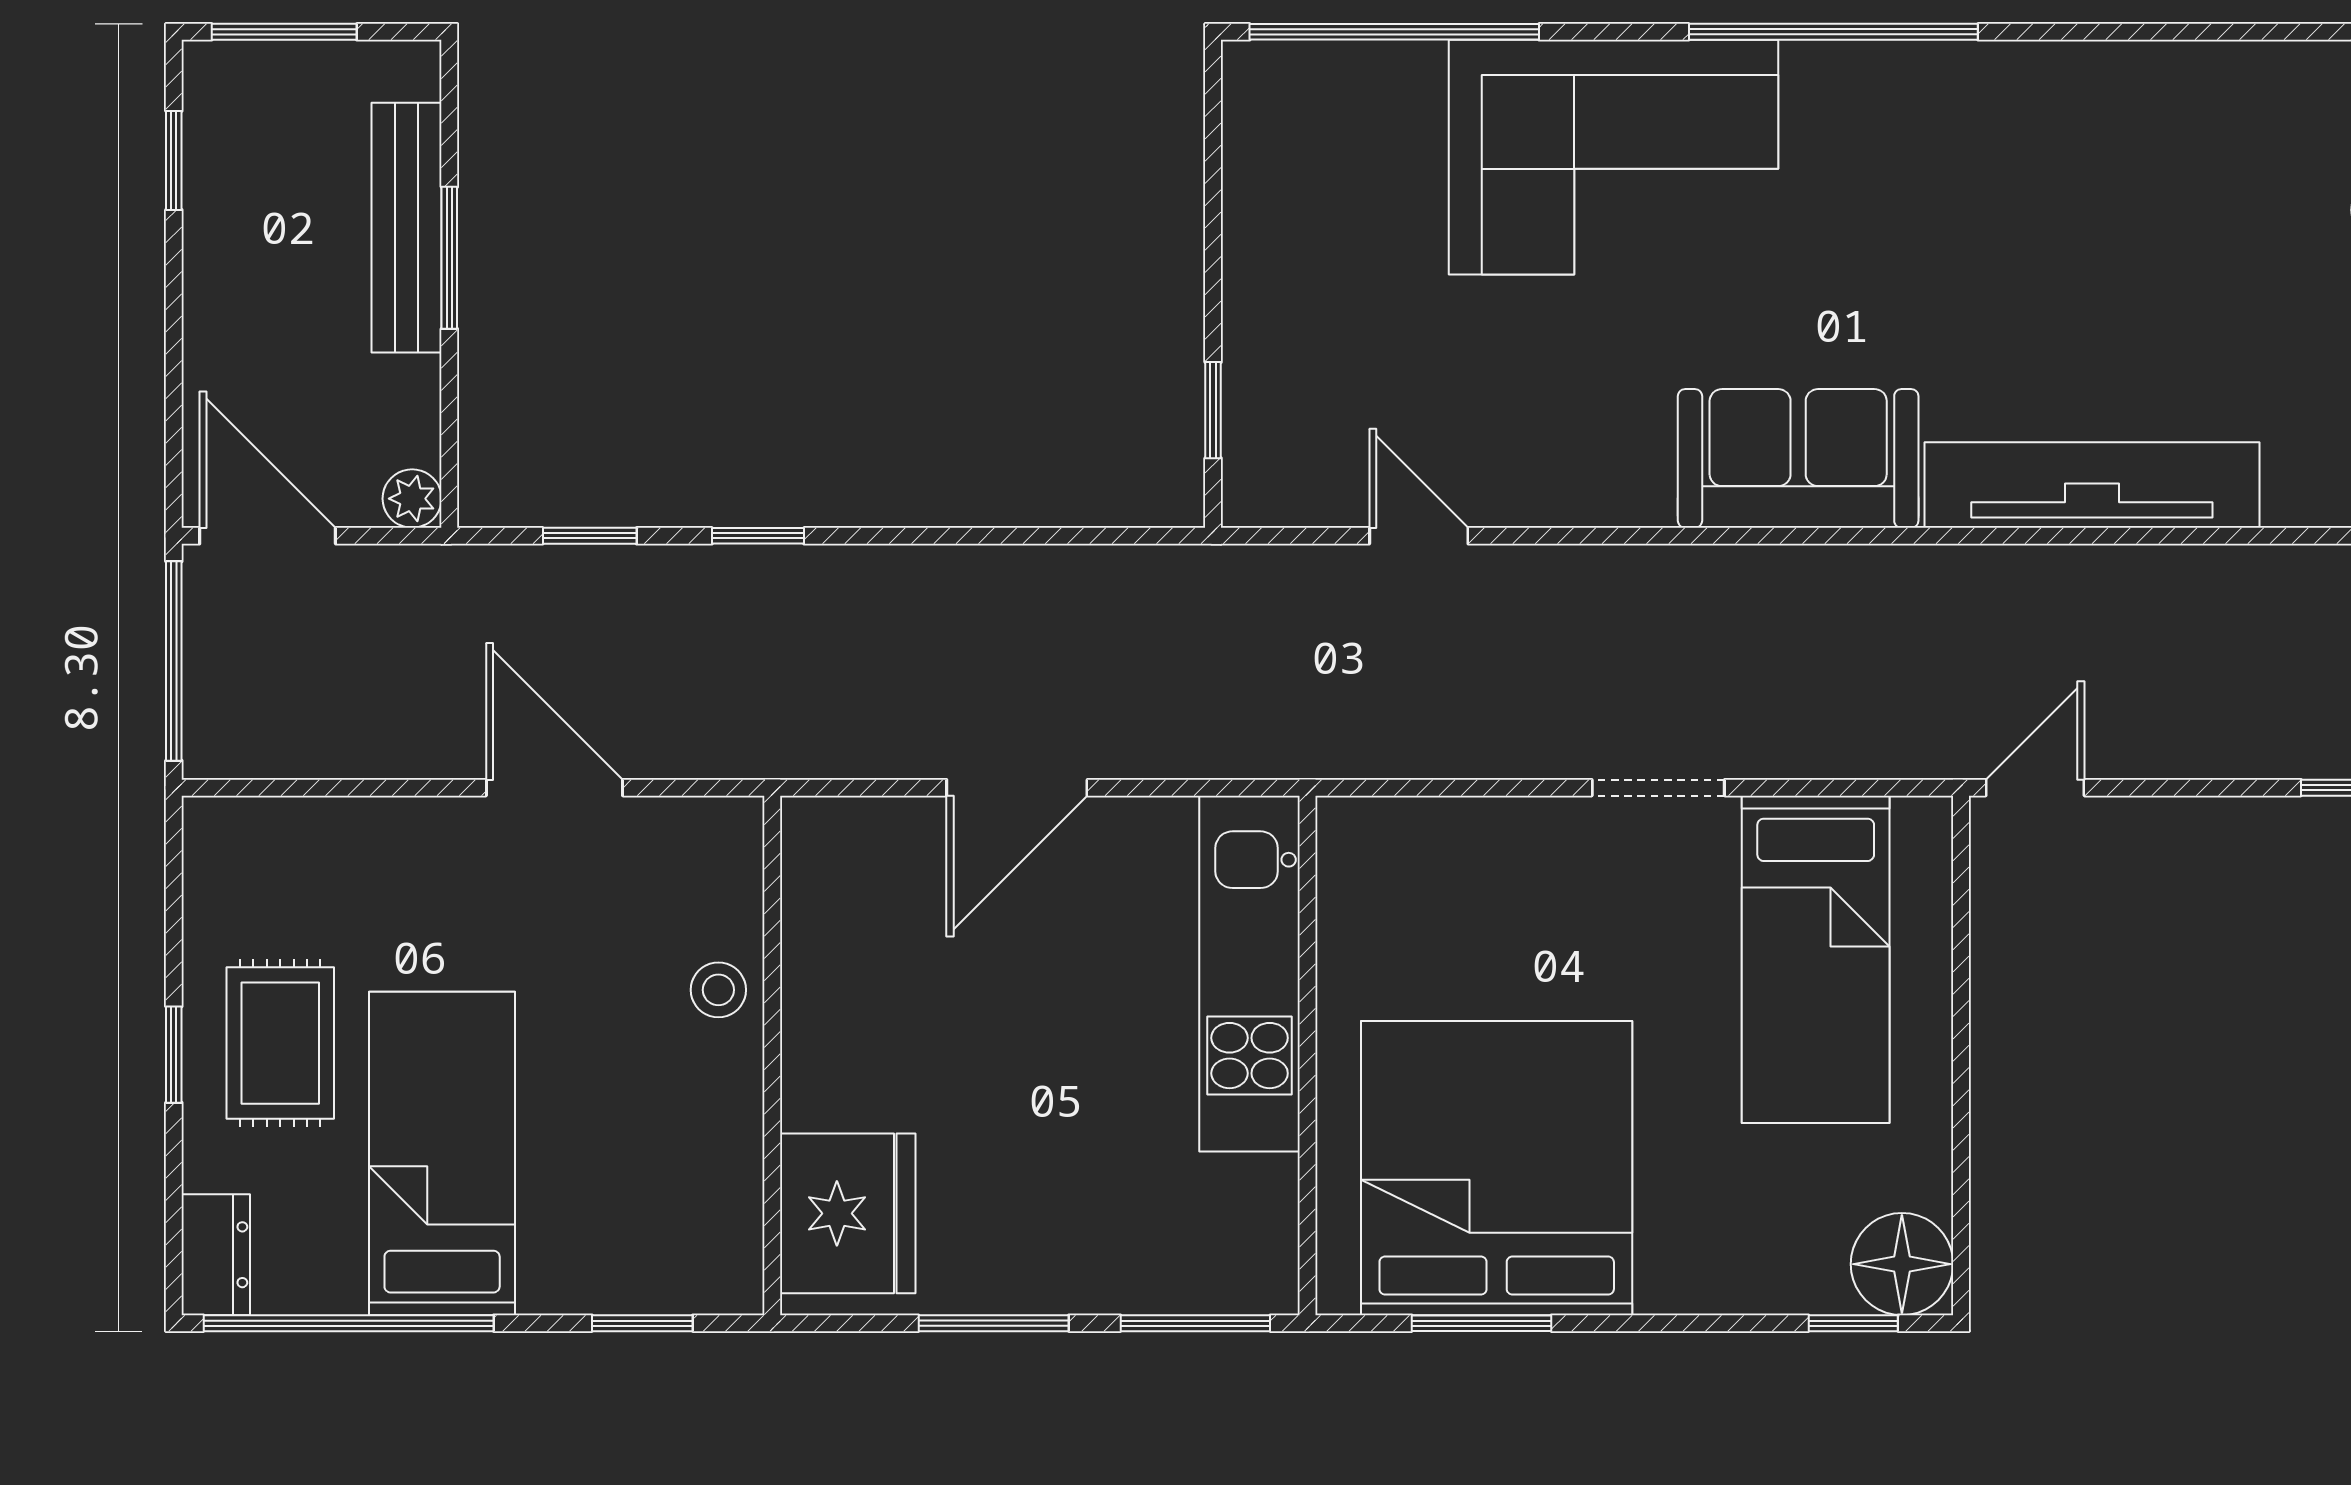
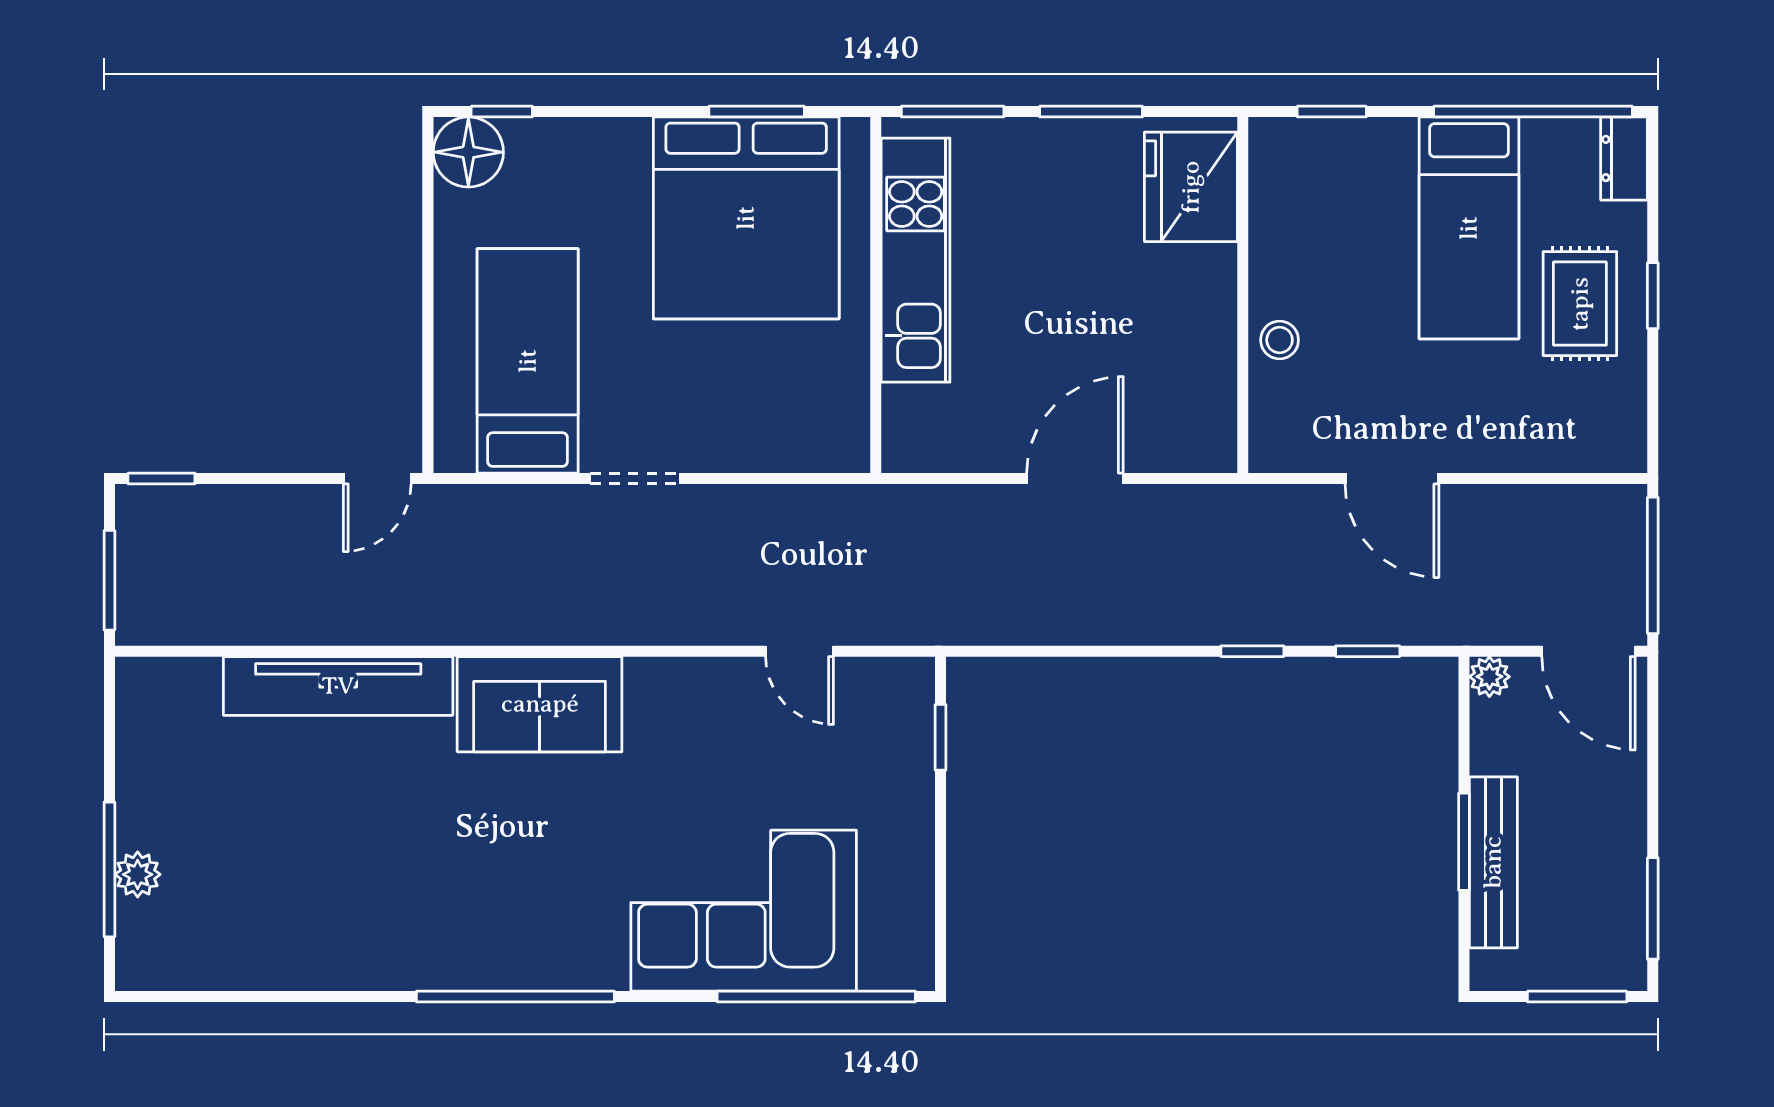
corner sofa: (1614, 157) -> (744, 911), moved
window: (174, 160) -> (1653, 908), width x1.50
kitchen unit: (1250, 974) -> (916, 260), moved

